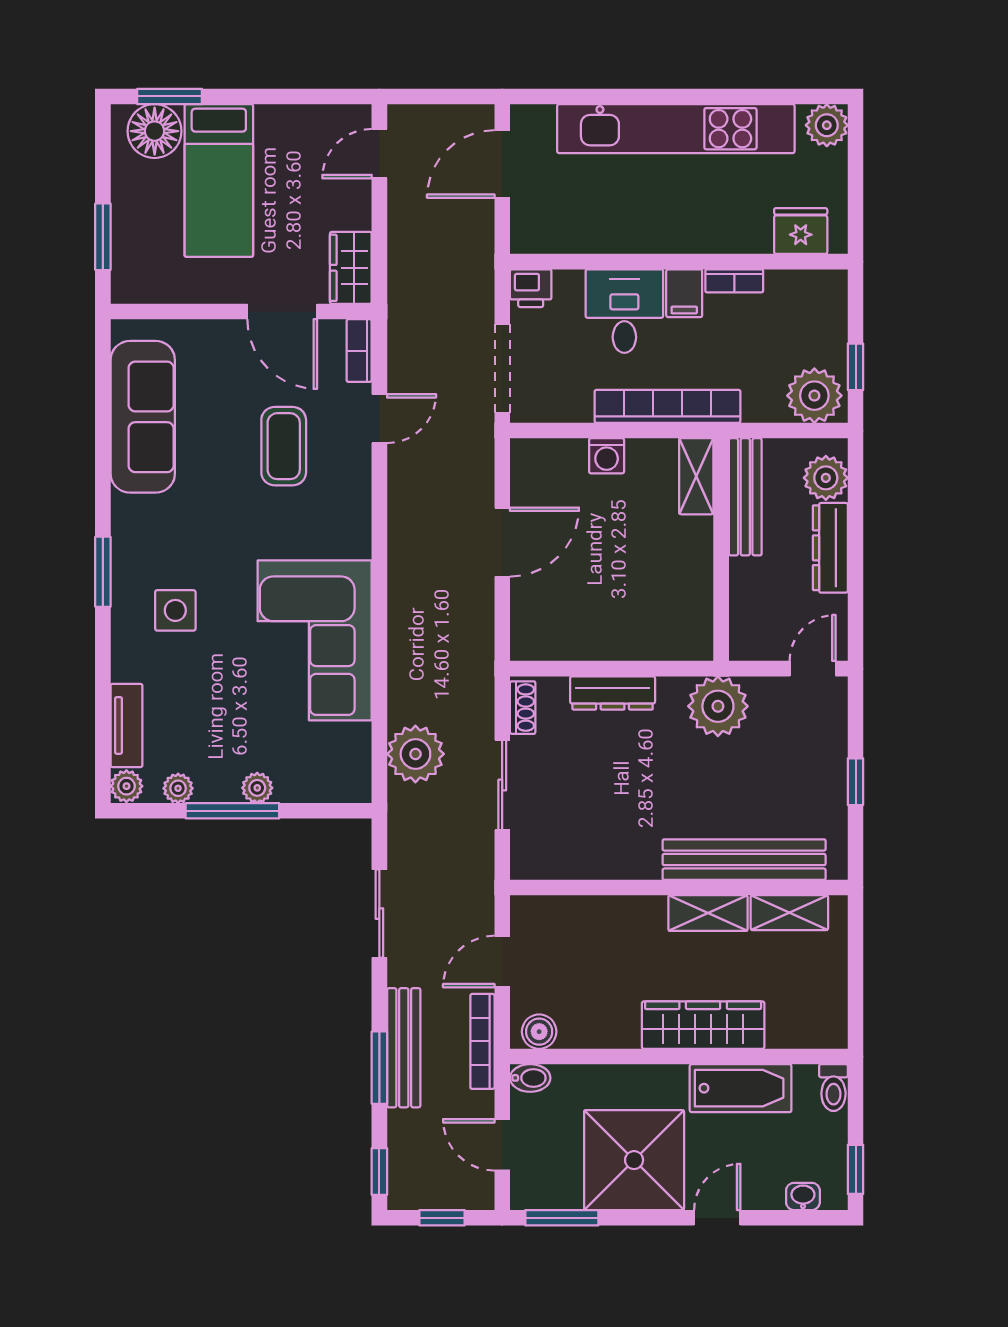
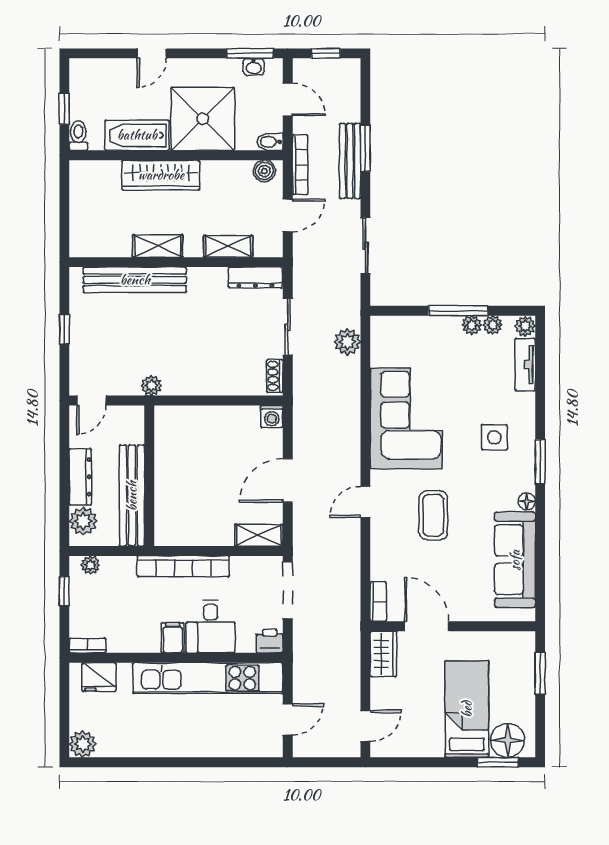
kitchen unit: (676, 129) -> (208, 678), moved, turned 180
door: (502, 164) -> (288, 719), width x0.73
bookcase: (734, 281) -> (88, 646), moved
plant: (814, 396) -> (90, 565), width x0.53, depth x0.53
door: (379, 419) -> (365, 502), moved
coffee table: (284, 446) -> (433, 515), moved
washing machine: (607, 456) -> (272, 416), moved, turned 180
shelving: (696, 476) -> (259, 535), moved, turned 90
bench: (745, 497) -> (132, 496), width x1.37, depth x1.21
floor lamp: (124, 509) -> (527, 501), added
dresser: (613, 693) -> (255, 277), moved, turned 180
plant: (718, 706) -> (151, 386), width x0.53, depth x0.53
plant: (415, 754) -> (347, 342), width x0.73, depth x0.73
plant: (257, 788) -> (472, 325), moved
shelving: (789, 913) -> (228, 246), moved
shower: (634, 1160) -> (203, 119), moved
window: (856, 1169) -> (64, 109), moved
window: (379, 1171) -> (365, 83), removed
washbasin: (803, 1196) -> (254, 67), moved

